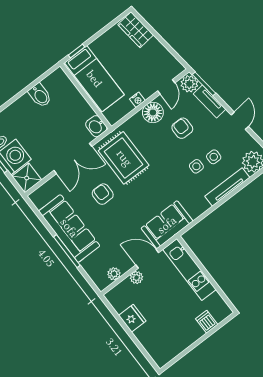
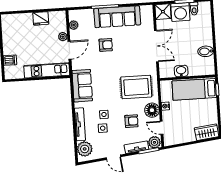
washbasin: (96, 126) -> (181, 71), moved
double door: (73, 158) -> (156, 46), swing flipped
rug: (124, 158) -> (136, 87), moved
armchair: (103, 194) -> (106, 45), moved
sofa: (167, 225) -> (82, 86), moved

